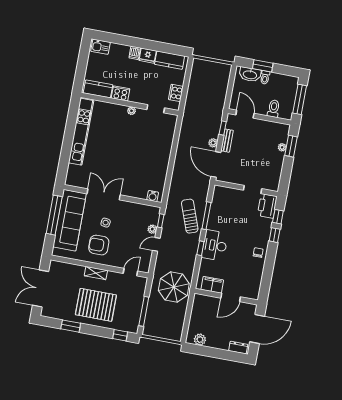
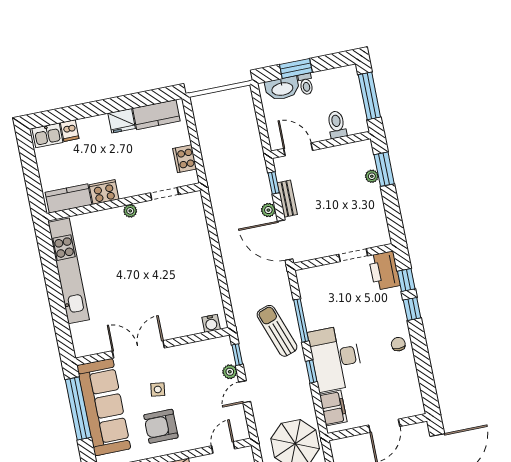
dishwasher: (135, 53) -> (70, 131), moved
desk: (215, 245) -> (336, 358), width x1.36, depth x1.30
filing cabinet: (212, 285) -> (333, 408), moved, turned 90

